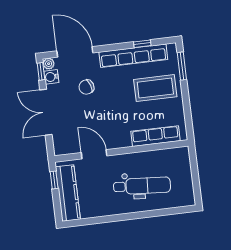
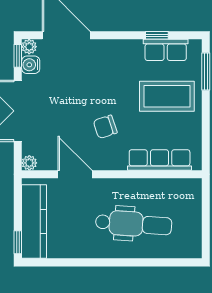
row of seats: (133, 56) -> (166, 50), width x0.50
chair: (86, 87) -> (105, 127), moved
plant: (59, 150) -> (29, 163), added
window: (54, 180) -> (18, 242), moved

